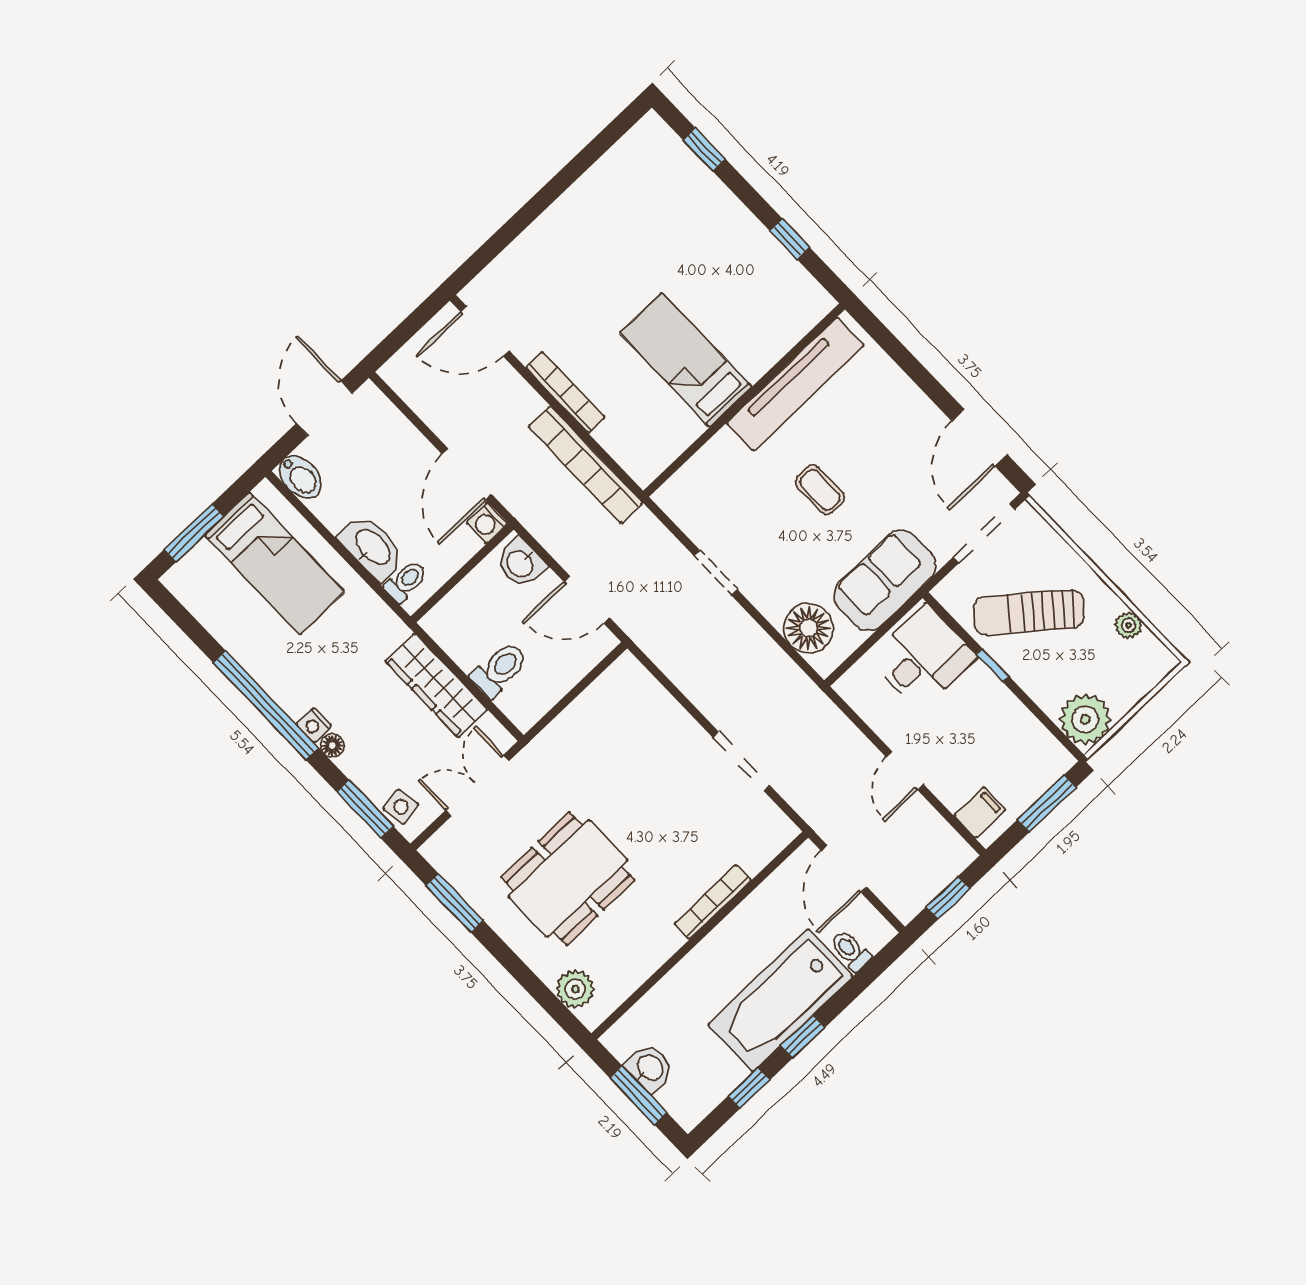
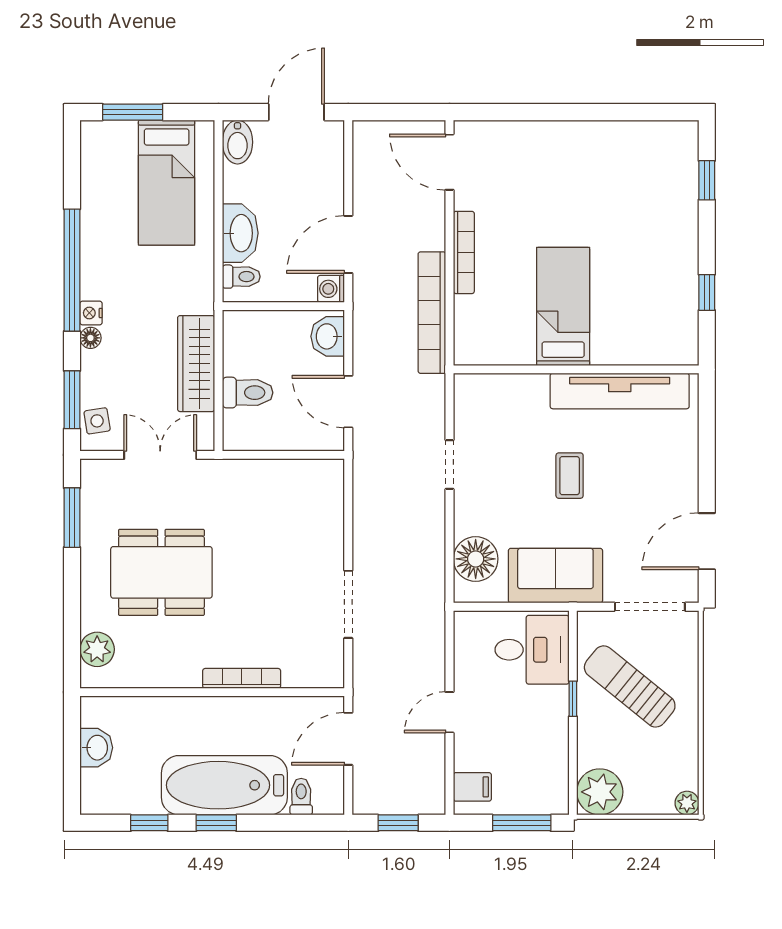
plant: (1129, 625) -> (687, 803), moved
window: (638, 1095) -> (72, 758), removed

